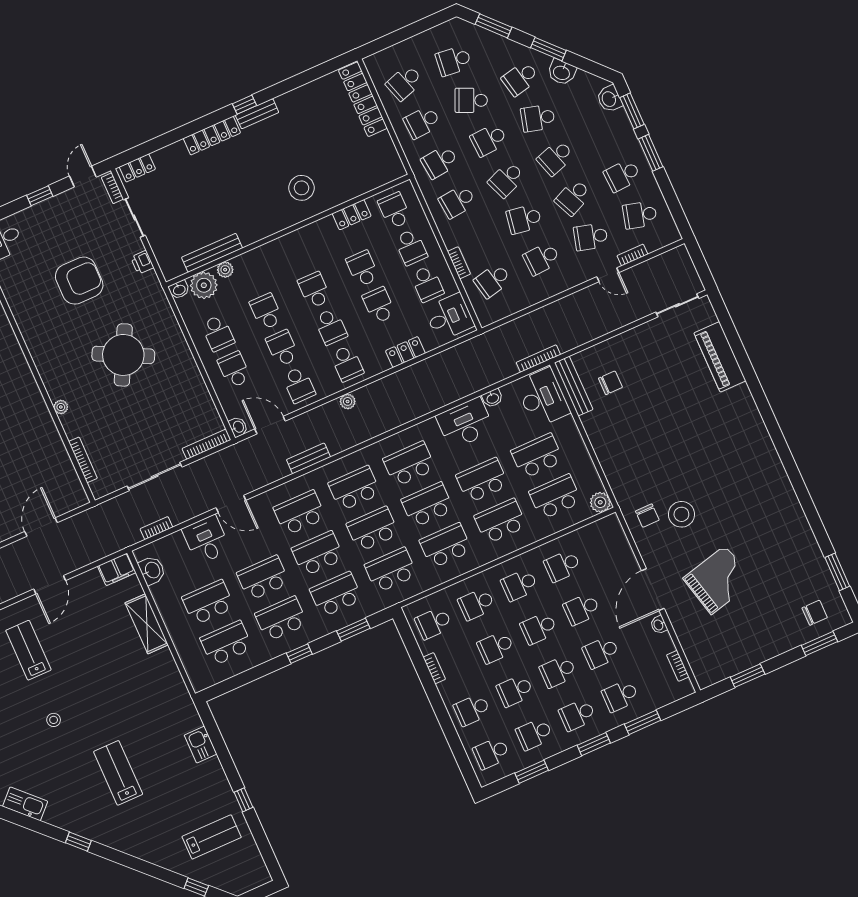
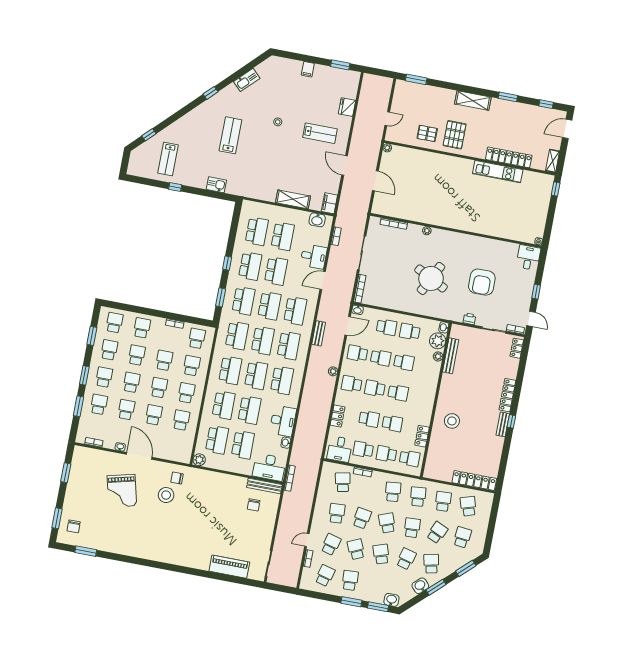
lab bench: (118, 773) -> (230, 135), turned -90

